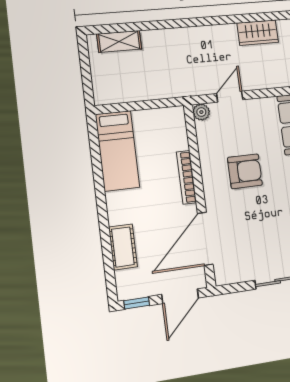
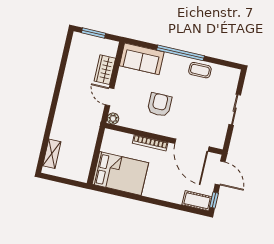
wardrobe: (258, 33) -> (105, 70), moved, turned 180
bed: (117, 151) -> (120, 173), width x1.50
cot: (123, 247) -> (197, 201), moved

